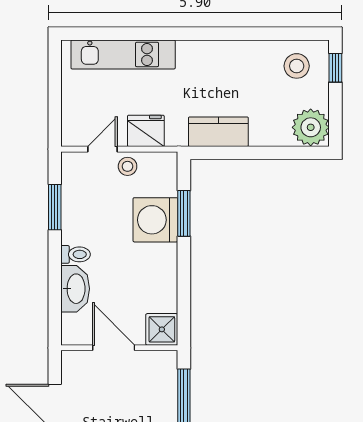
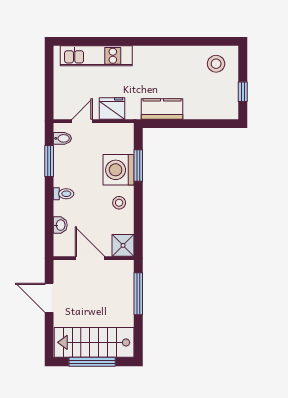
window: (335, 68) -> (243, 92), moved
plant: (311, 127) -> (226, 106), removed
stool: (128, 166) -> (119, 203), moved
bidet: (74, 174) -> (62, 138), added
washbasin: (75, 289) -> (60, 225), width x0.52, depth x0.69

